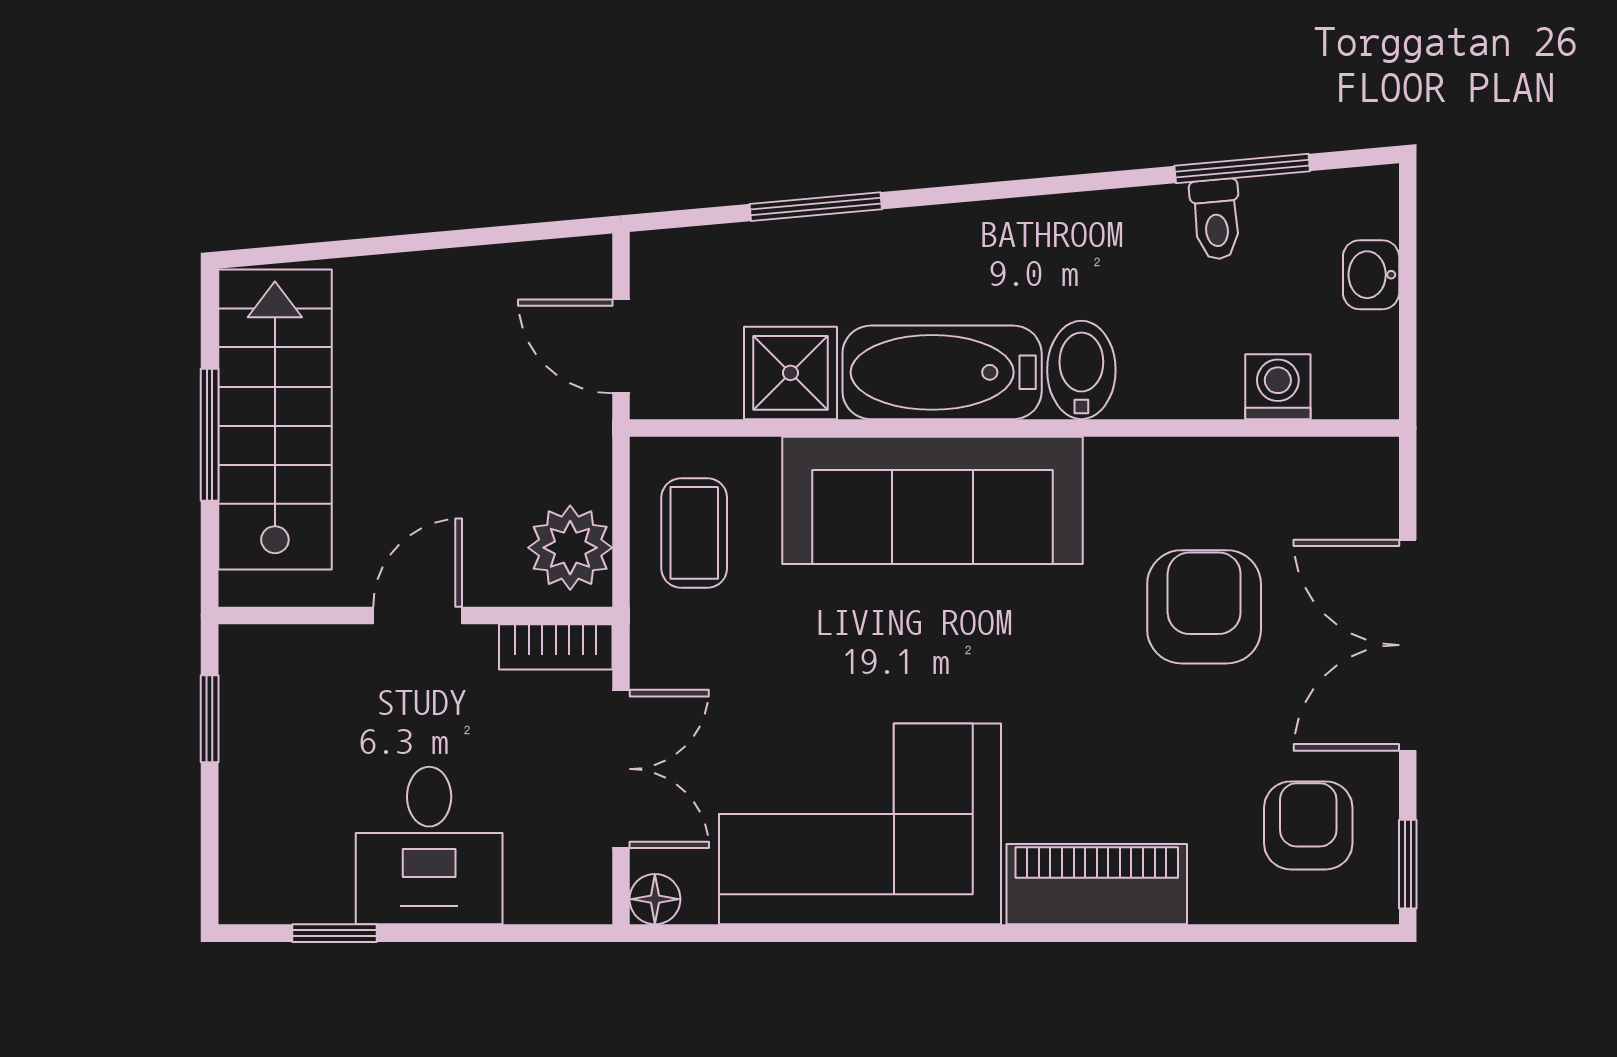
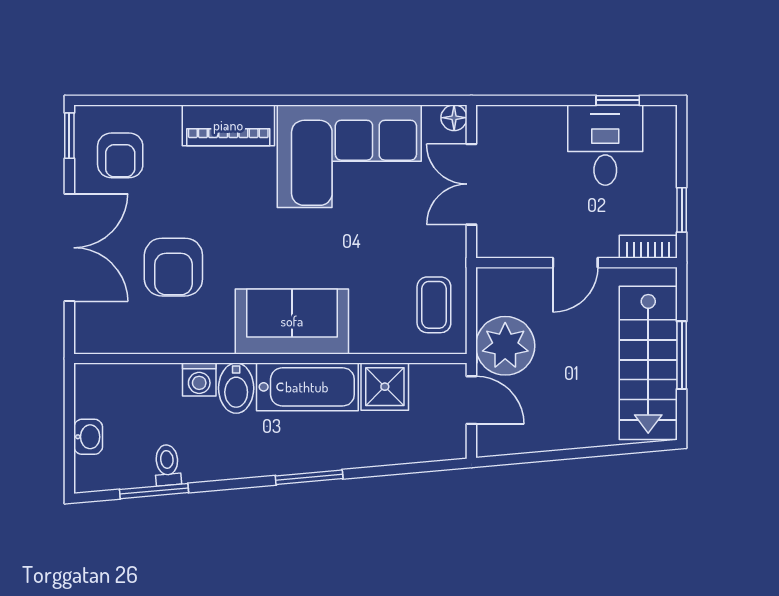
window: (816, 207) -> (309, 477), moved
washing machine: (1278, 387) -> (199, 380), moved
sofa: (932, 500) -> (292, 321), width x0.73
plant: (570, 548) -> (505, 346), moved, width x1.36, depth x1.36
bookcase: (556, 647) -> (648, 247), moved
desk: (429, 846) -> (605, 145), moved

